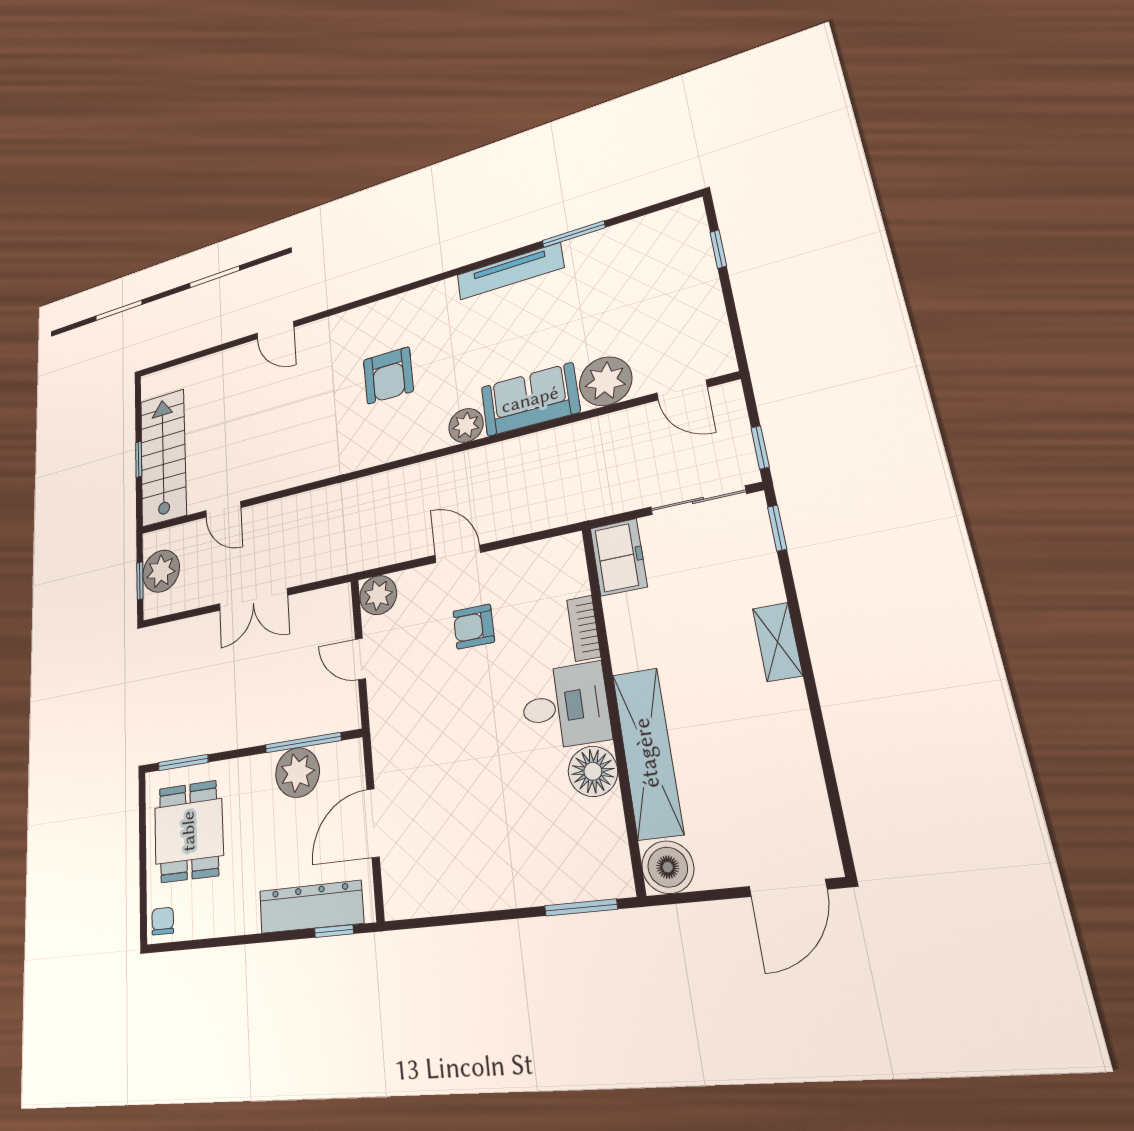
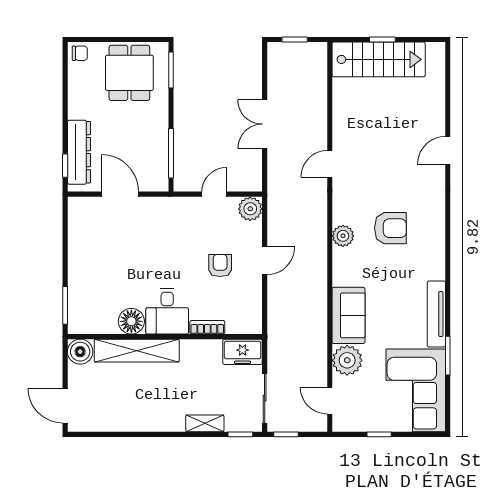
window: (718, 249) -> (379, 434), moved
corner sofa: (639, 262) -> (416, 390), added
armchair: (388, 375) -> (390, 228), turned 180
door: (682, 390) -> (330, 401), hinge flipped
plant: (466, 425) -> (343, 236), moved
door: (223, 509) -> (330, 164), moved
plant: (161, 571) -> (298, 56), removed
shelving: (777, 642) -> (205, 423), moved
plant: (297, 773) -> (154, 149), removed
dining table: (189, 831) -> (129, 73), turned 90

